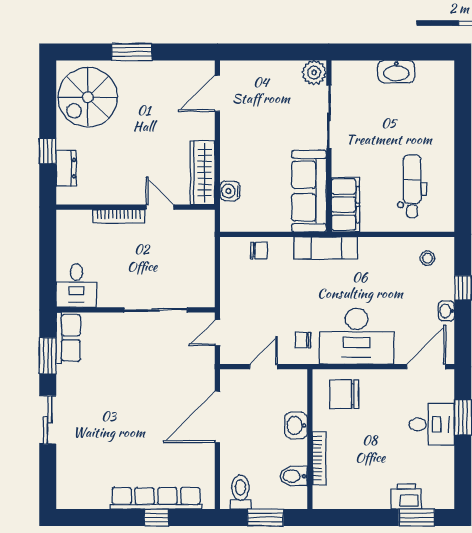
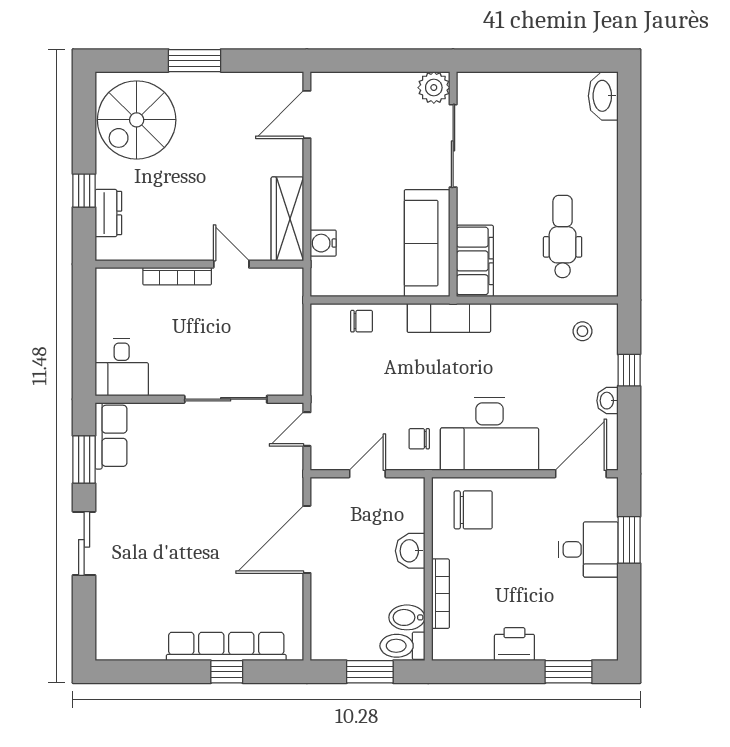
washbasin: (396, 72) -> (603, 96), moved, turned 90
chair: (344, 394) -> (473, 510), turned 180
toilet: (241, 492) -> (402, 646), moved, turned -90
printer: (406, 497) -> (514, 644), moved

